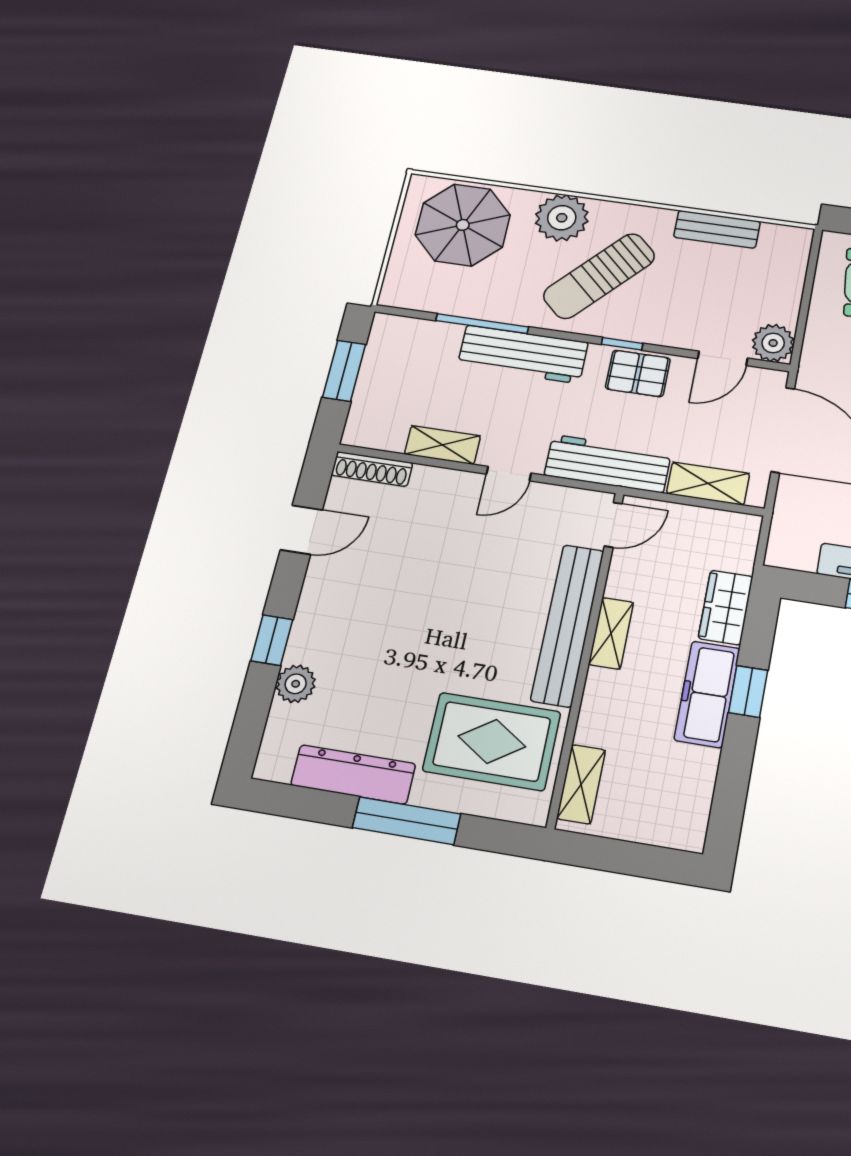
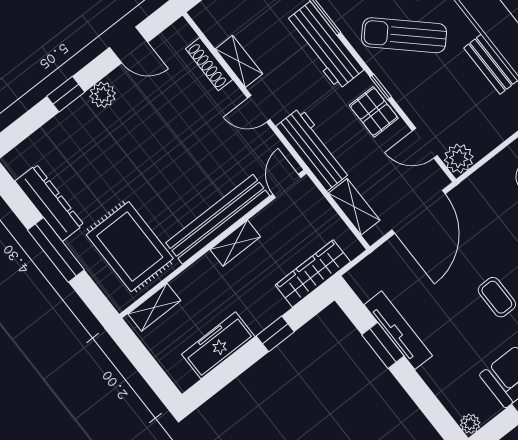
shoe rack: (372, 469) -> (209, 64), moved
door: (613, 525) -> (287, 186), swing flipped
wardrobe: (726, 607) -> (313, 273), width x1.50
plant: (296, 684) -> (103, 95), moved
freezer: (707, 694) -> (218, 345), moved

